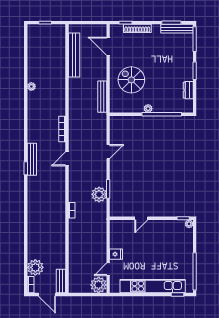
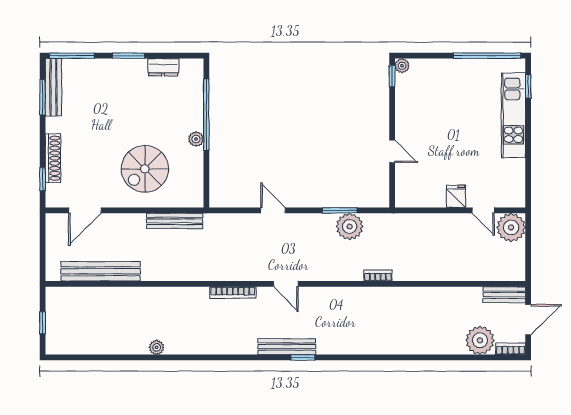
kitchen unit: (153, 286) -> (513, 115), width x0.73

